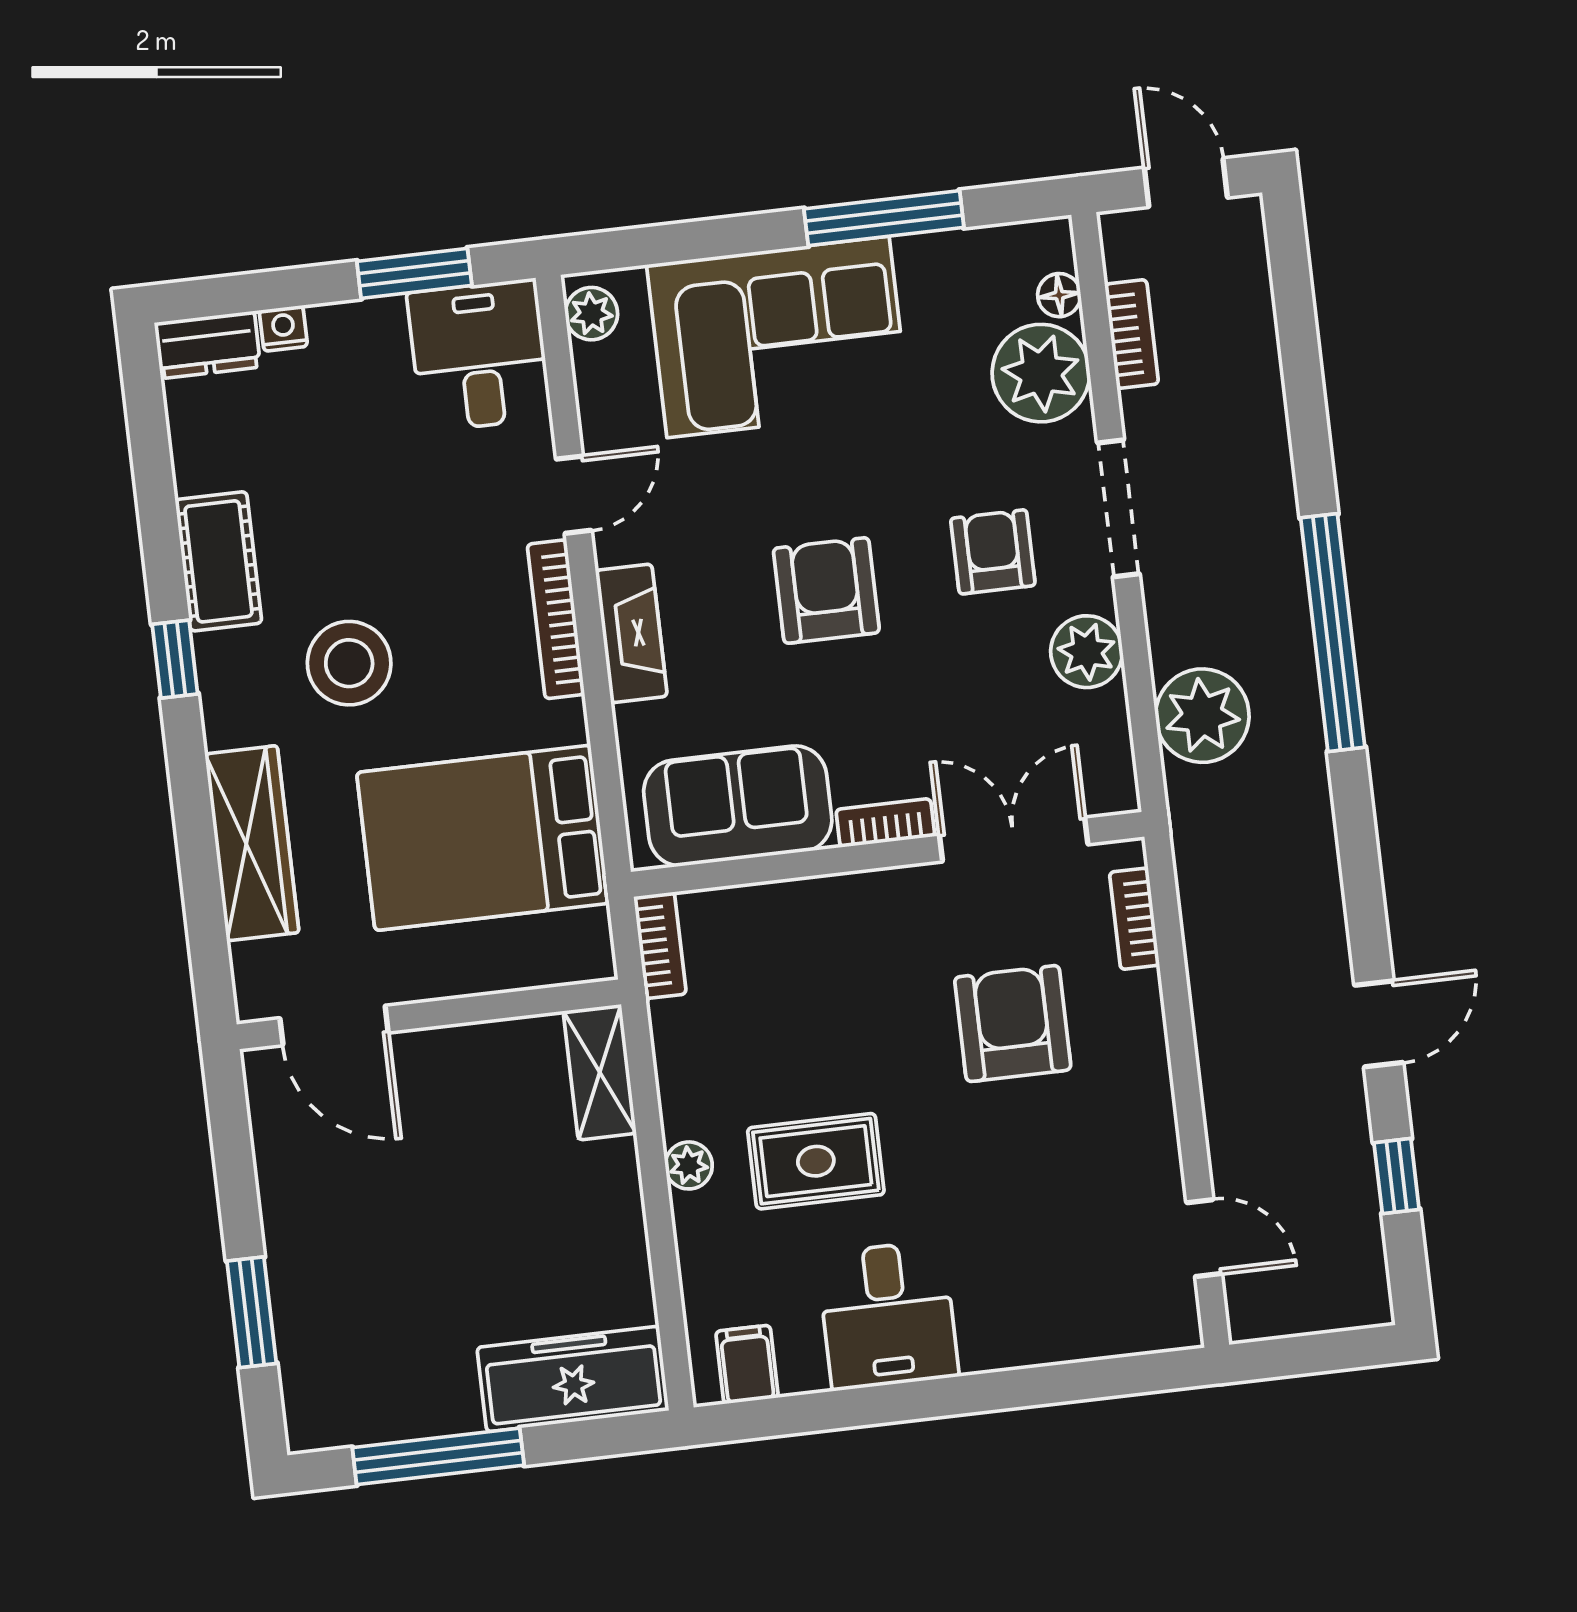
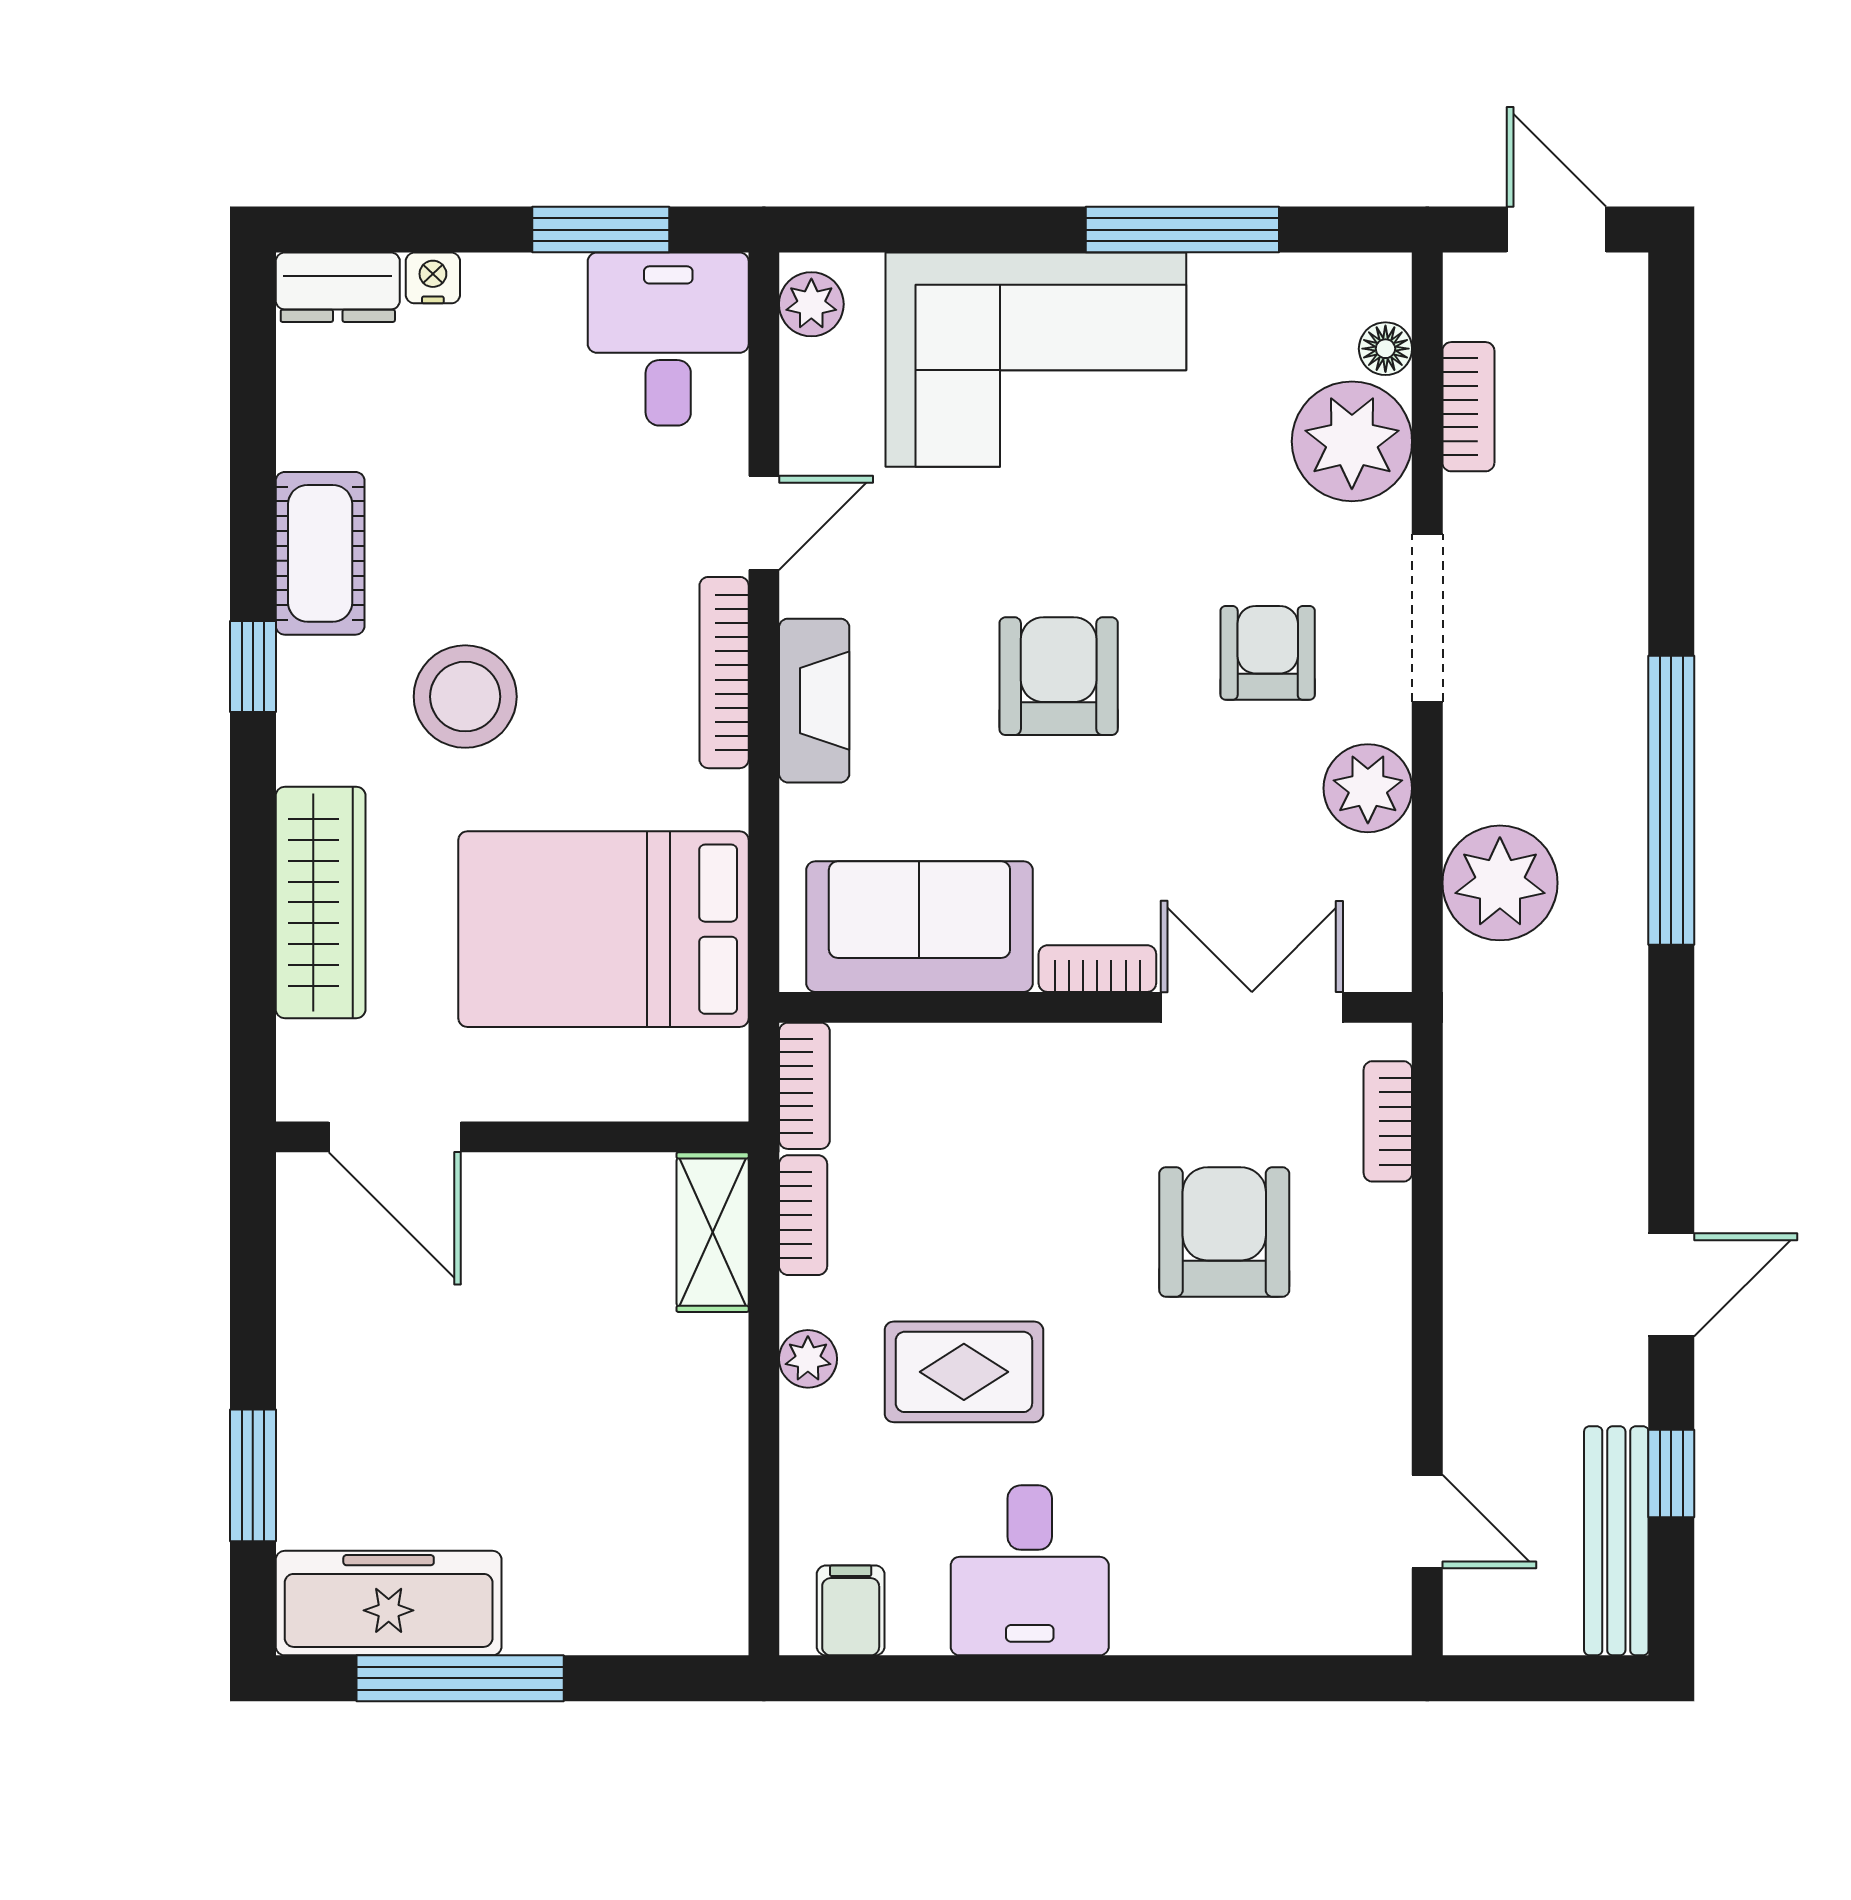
bookcase: (671, 1050) -> (803, 1215), added
bench: (1359, 1236) -> (1616, 1541), added
freezer: (573, 1379) -> (389, 1603), moved

